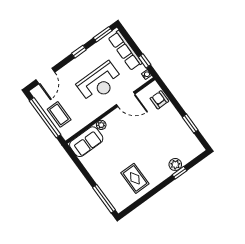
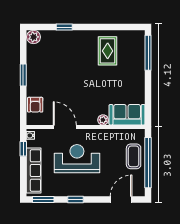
window: (190, 124) -> (23, 75), moved
plant: (175, 165) -> (34, 37), moved

